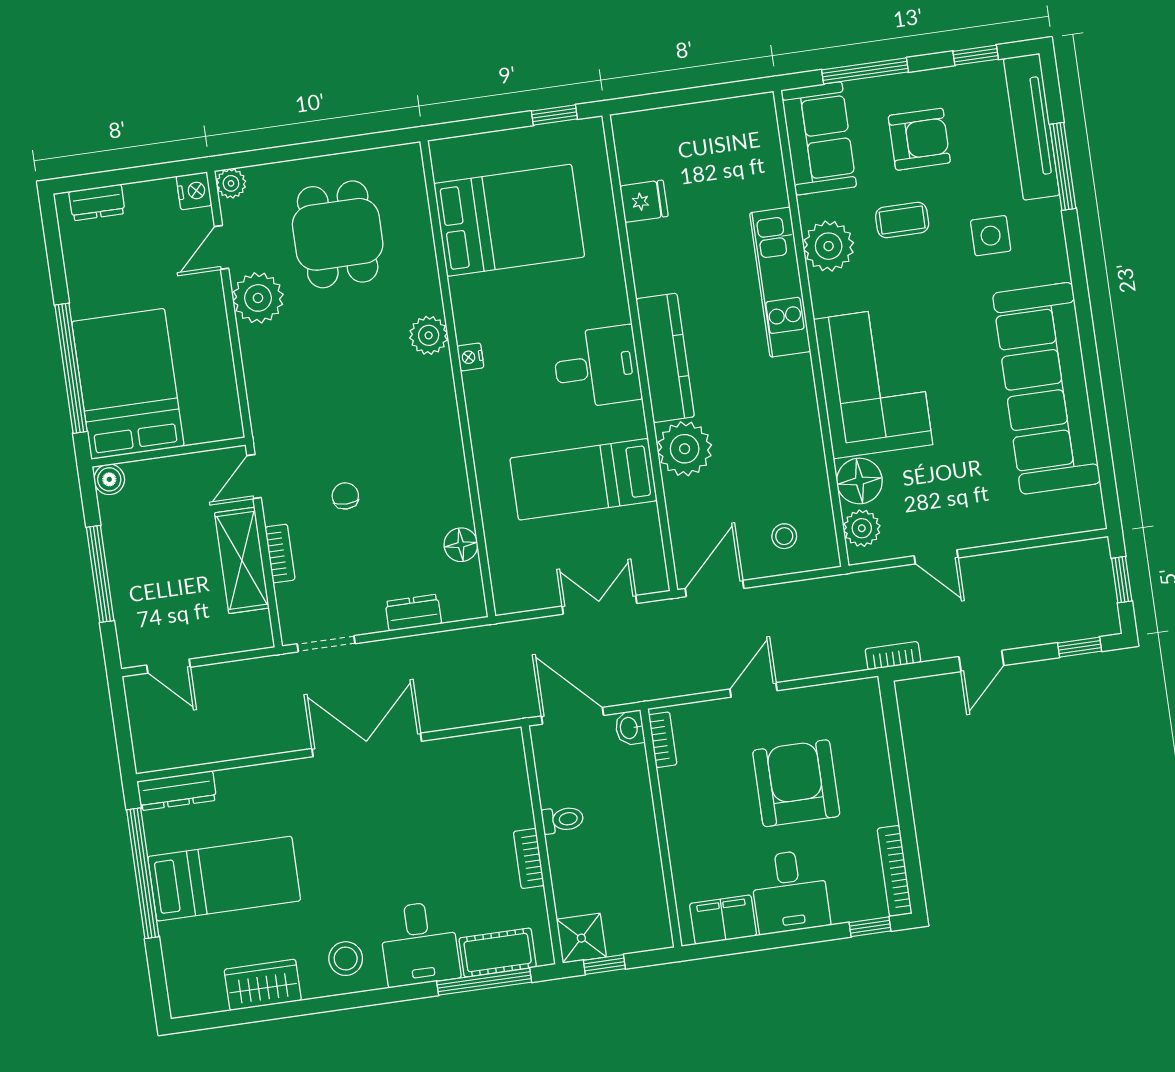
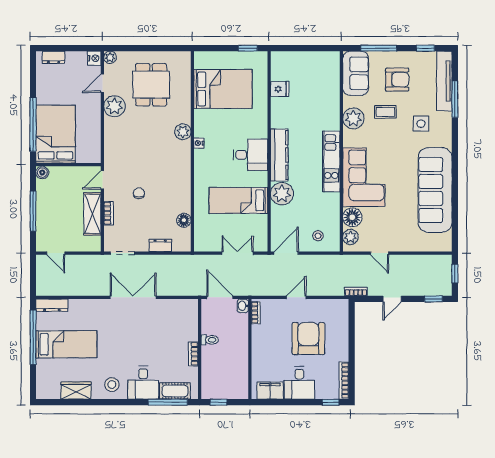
kitchen unit: (780, 282) -> (331, 161), moved
shower: (581, 938) -> (210, 390), removed

